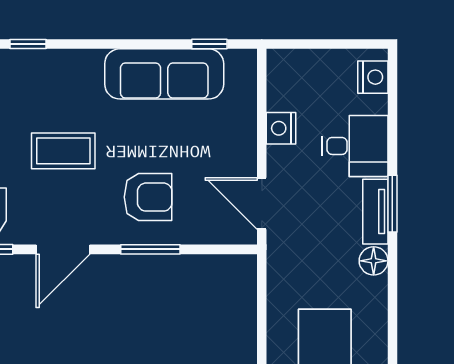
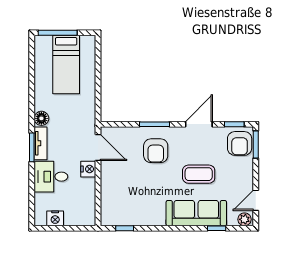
sofa: (164, 74) -> (196, 213), moved
nightstand: (373, 77) -> (55, 218), moved, turned -90
nightstand: (281, 128) -> (88, 169), moved
armchair: (148, 197) -> (156, 151), turned -90

